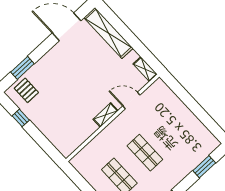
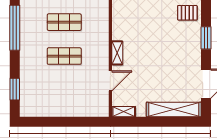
window: (22, 68) -> (206, 38), moved

